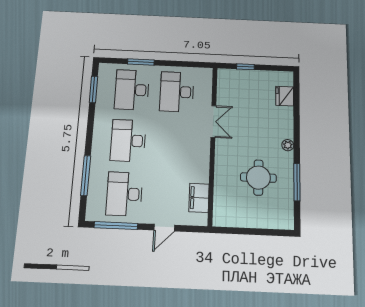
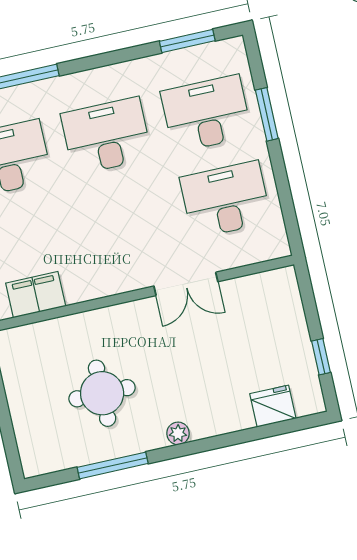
window: (245, 67) -> (321, 357), moved

